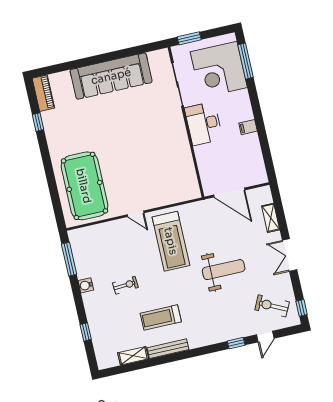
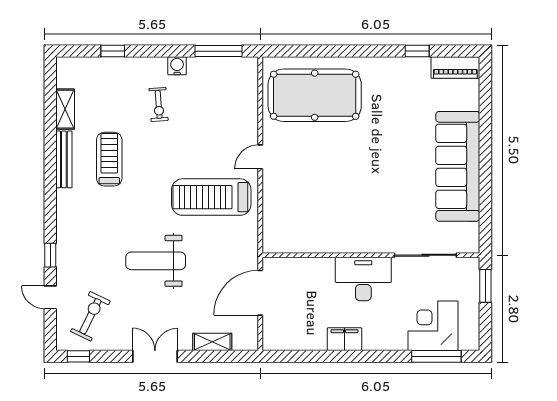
corner desk: (219, 70) -> (433, 326), width x0.74, depth x0.74
filing cabinet: (248, 127) -> (344, 339), width x2.00
weight bench: (224, 270) -> (156, 261), turned 90
exercise bike: (125, 285) -> (159, 104), moved

